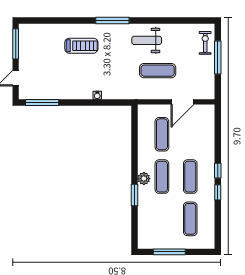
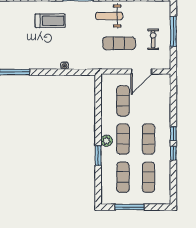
exercise bike: (205, 43) -> (153, 39), moved
exercise mat: (162, 219) -> (123, 177), added

